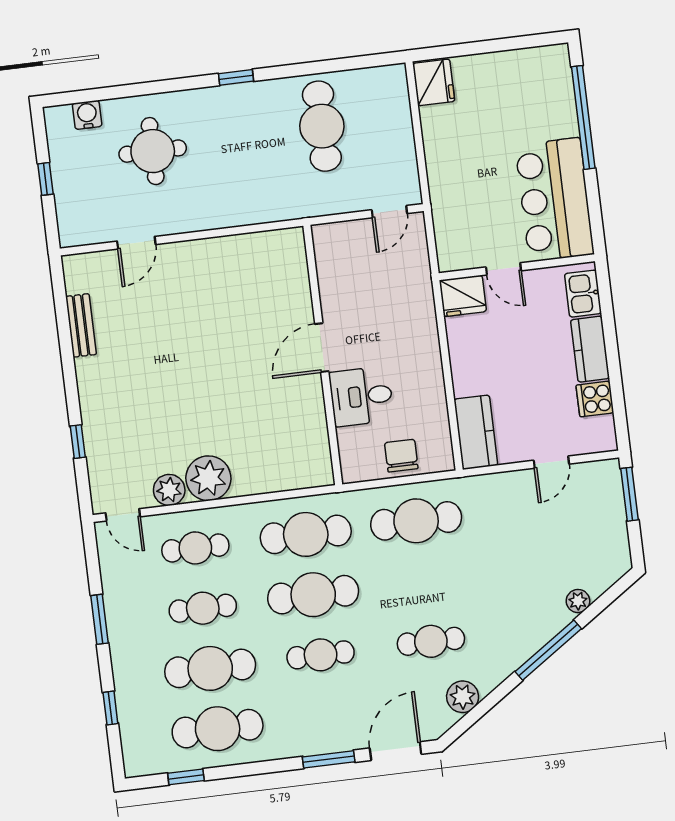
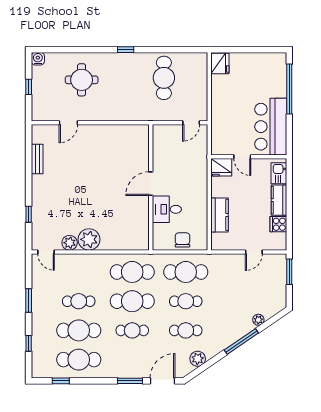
water cooler: (87, 115) -> (38, 59), moved
kitchen counter: (476, 432) -> (219, 215), moved
cafe table: (195, 548) -> (186, 301), moved

